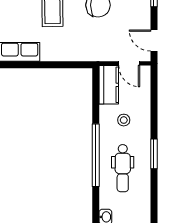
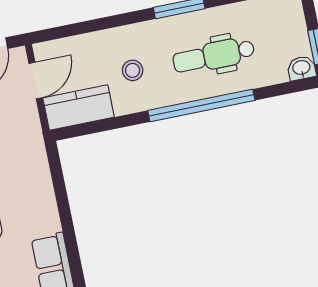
dental chair: (123, 168) -> (214, 56), turned 180

